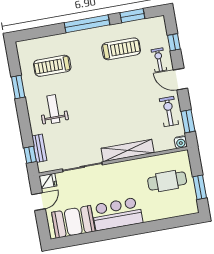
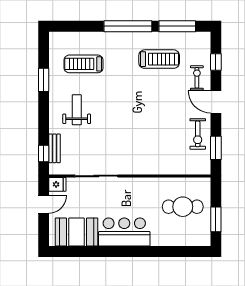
window: (132, 16) -> (177, 26), width x1.44
exercise bike: (169, 111) -> (198, 134), turned 180
water cooler: (181, 142) -> (204, 168), removed
shelving: (128, 150) -> (147, 167), removed

